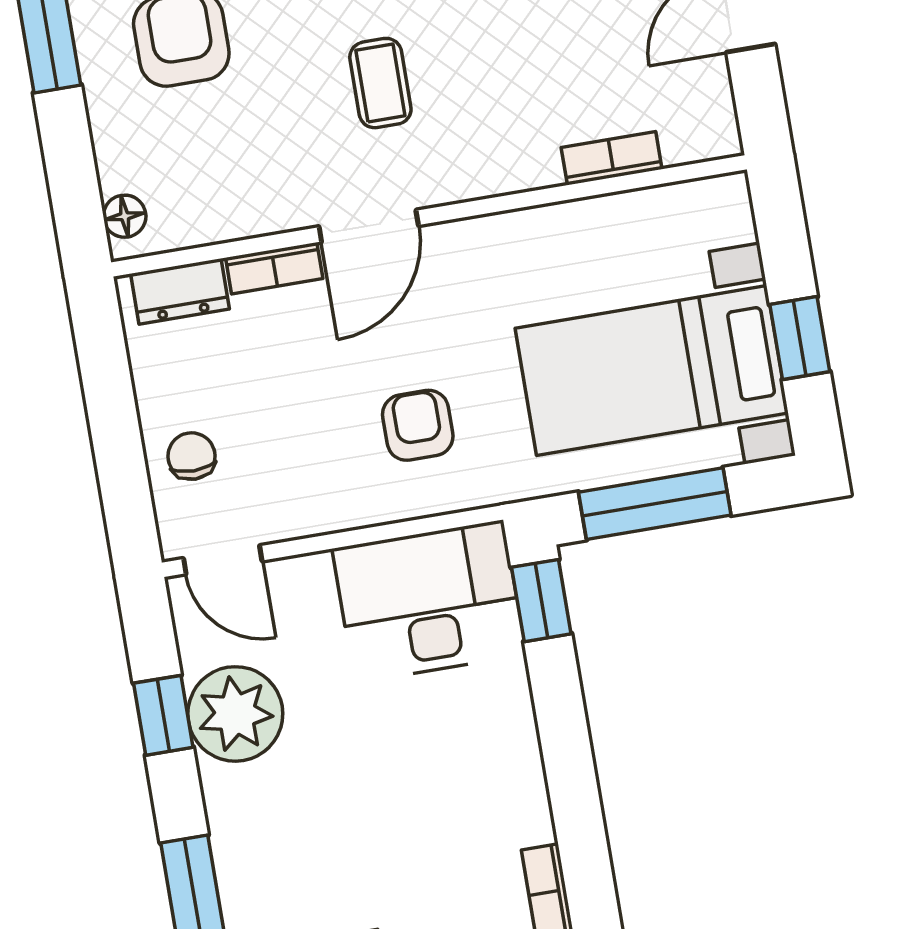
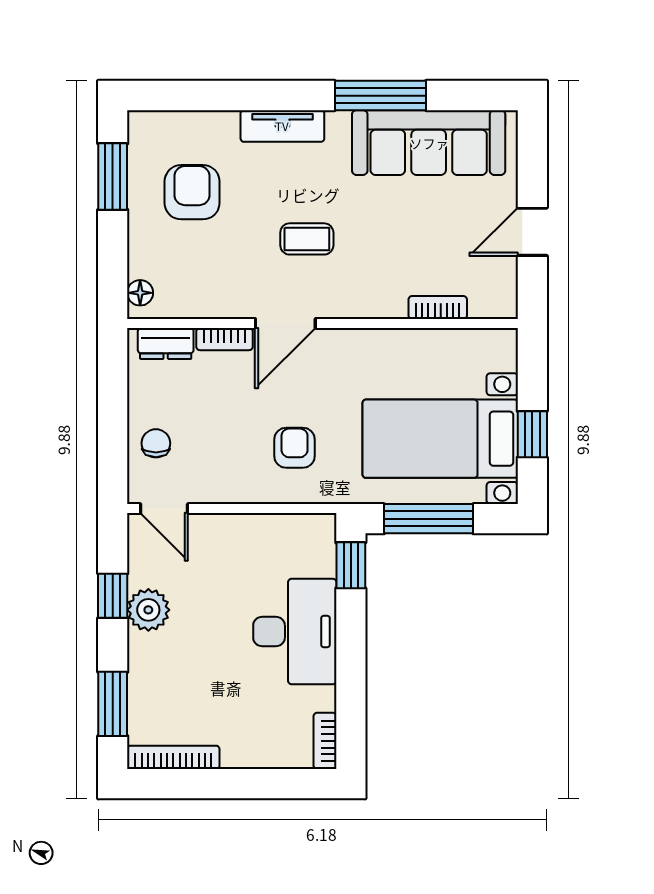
coffee table: (380, 83) -> (307, 239), turned 90
desk: (429, 601) -> (295, 631), moved, turned 90
plant: (235, 714) -> (148, 610), width x0.73, depth x0.73

